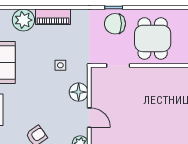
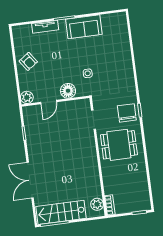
piano: (53, 17) -> (126, 62), removed
plant: (23, 20) -> (120, 39), removed

